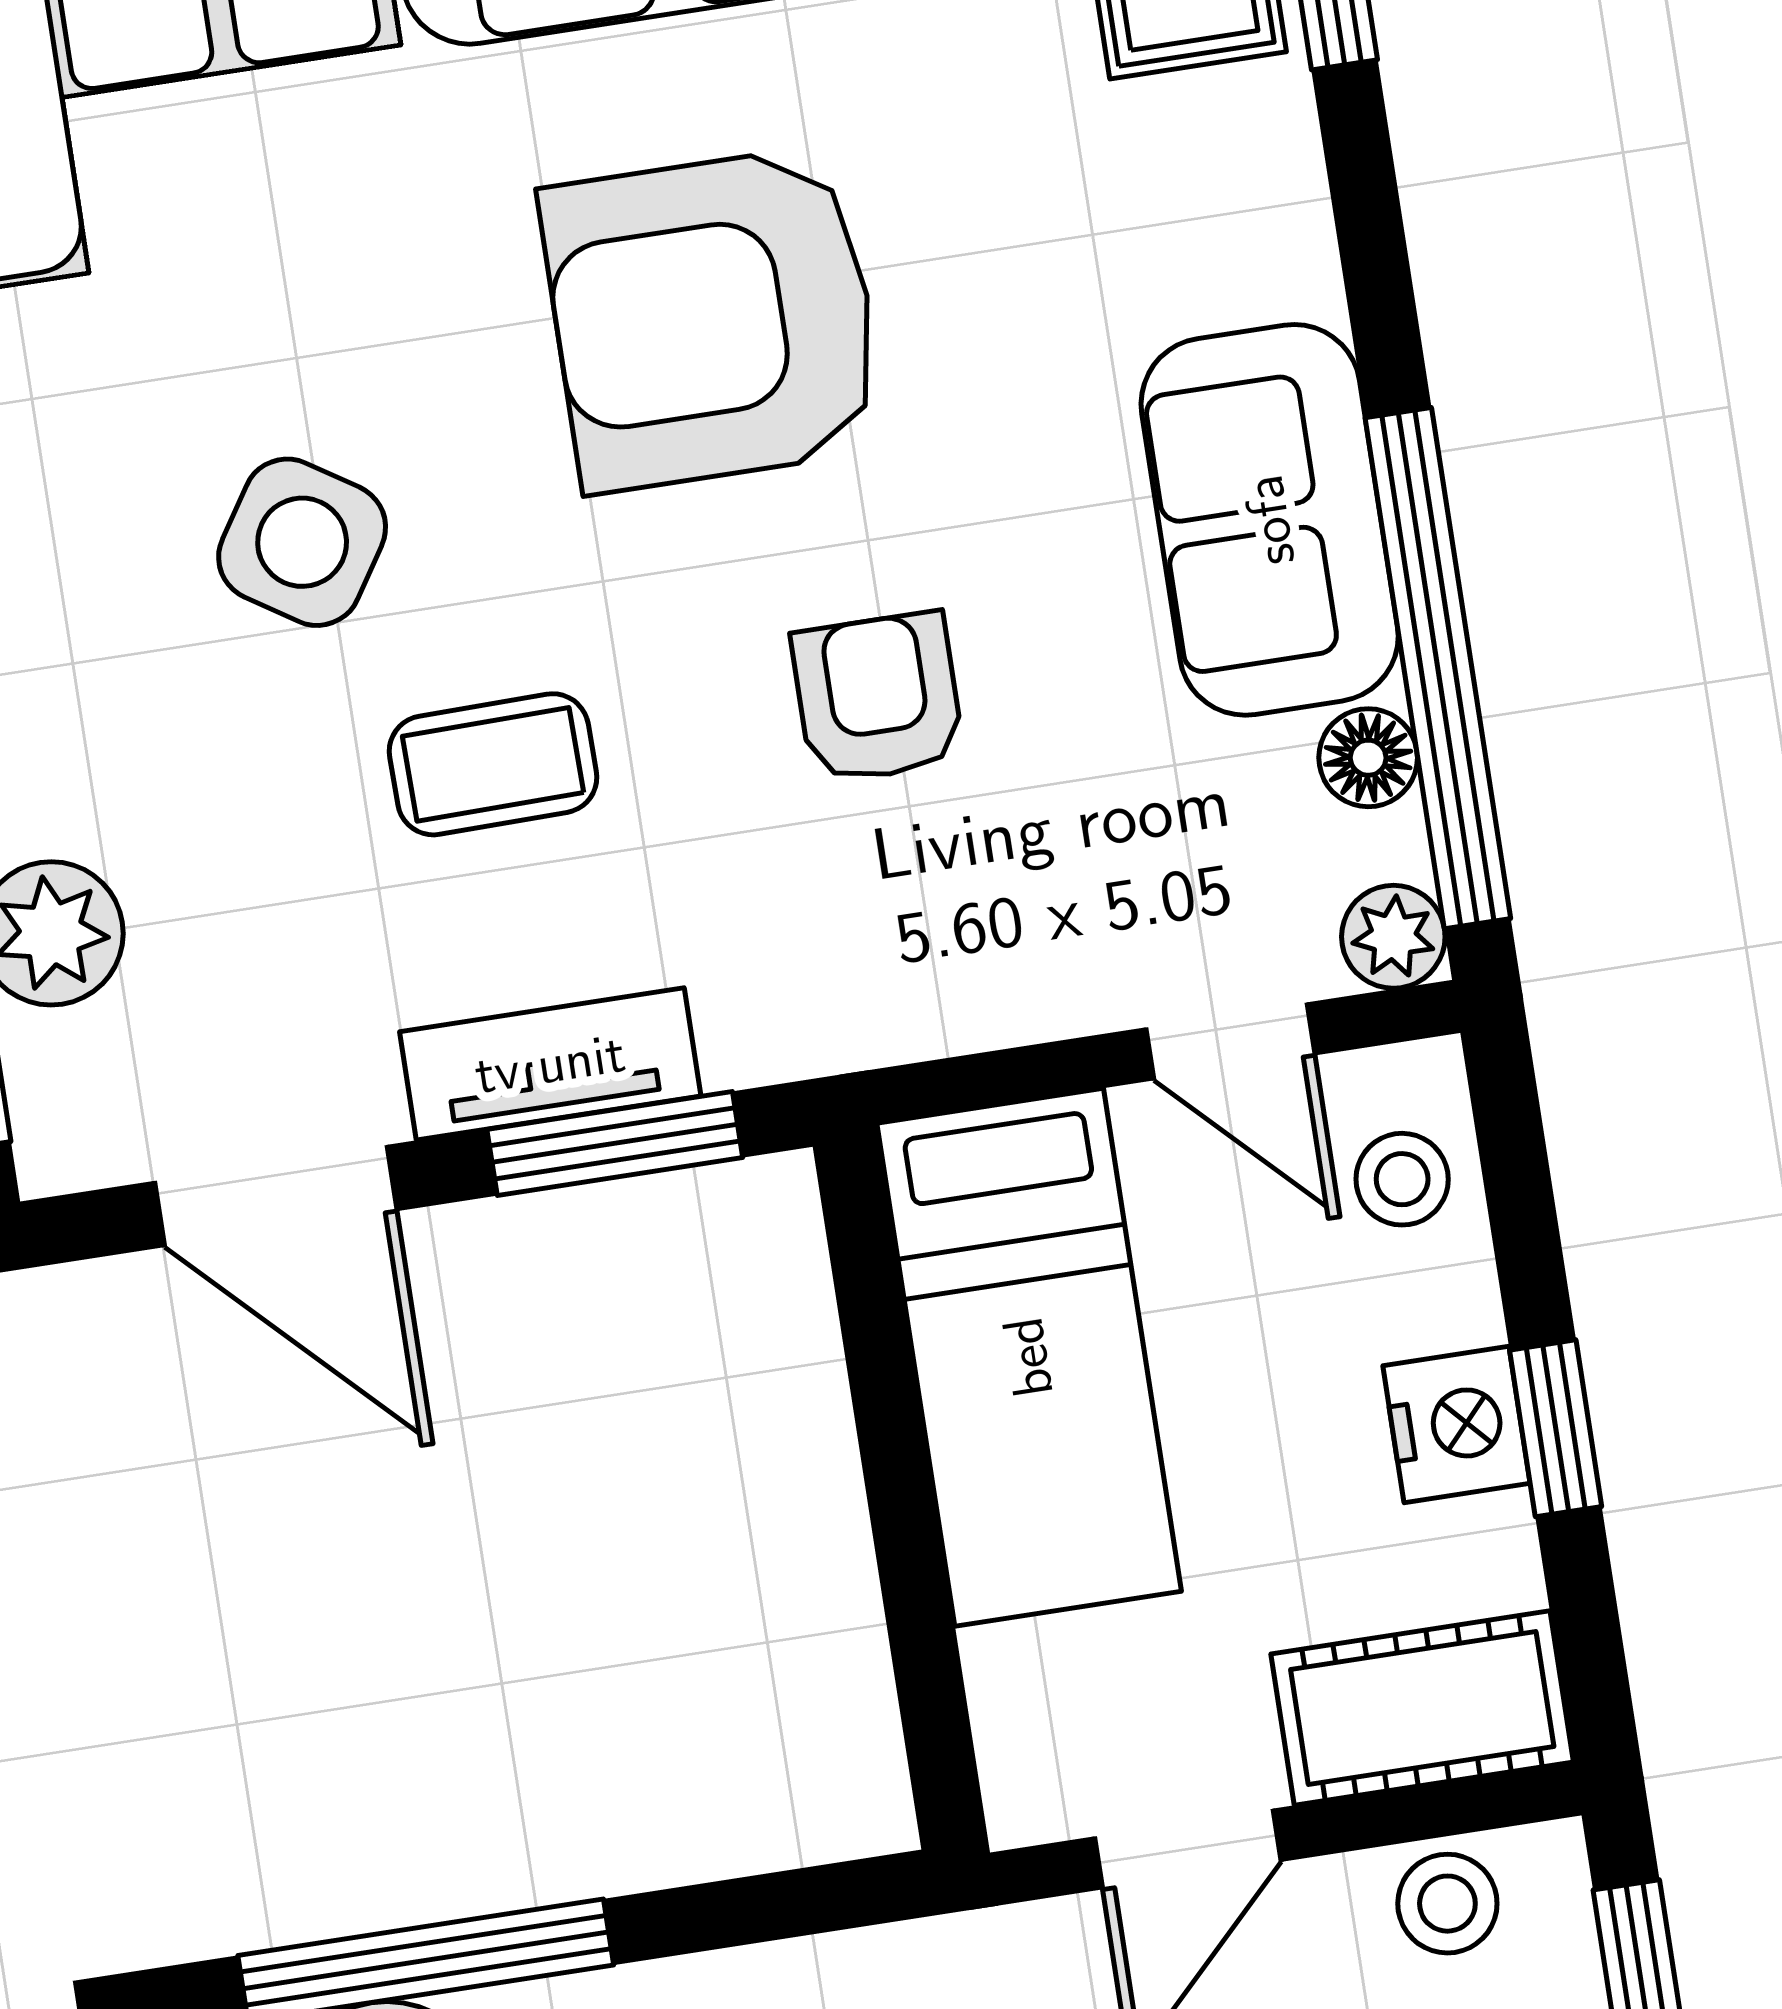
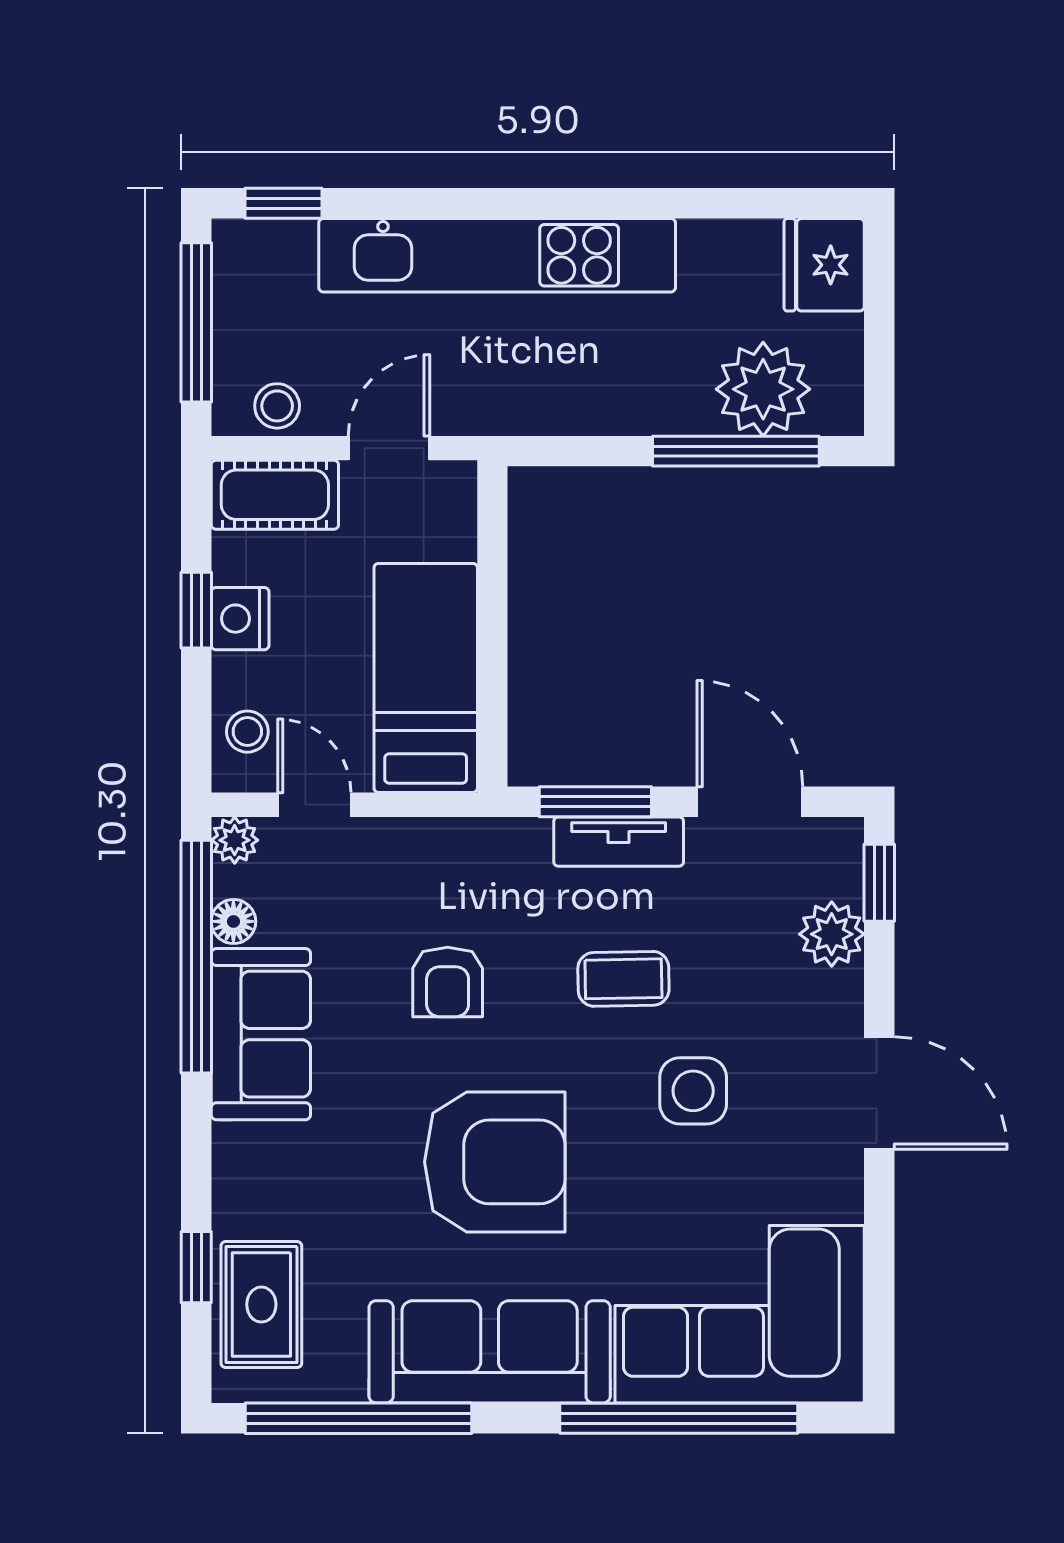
side table: (302, 542) -> (693, 1091), turned -33

